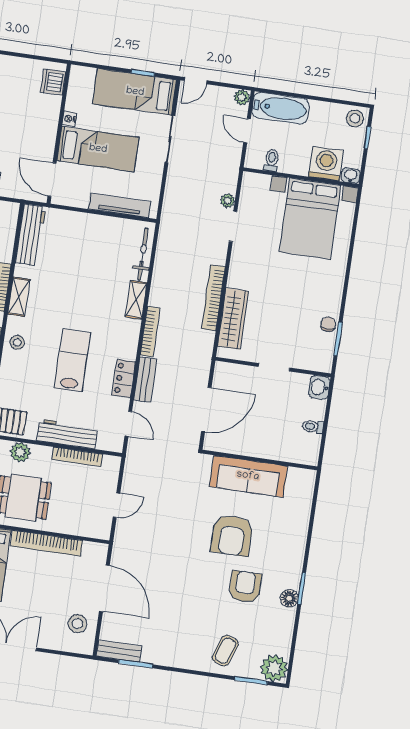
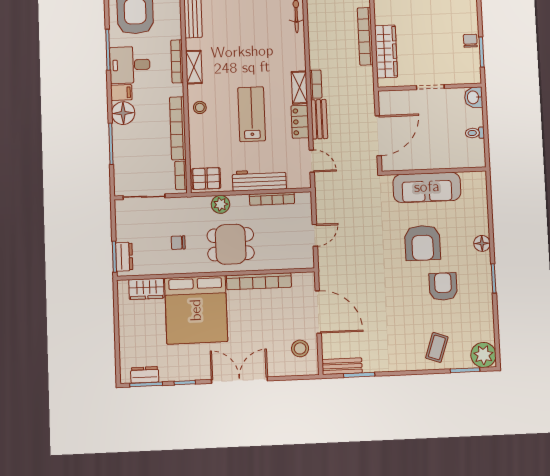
shelving: (136, 300) -> (299, 88), moved
bookcase: (150, 332) -> (316, 84), width x0.64
floor lamp: (289, 598) -> (482, 243), moved

